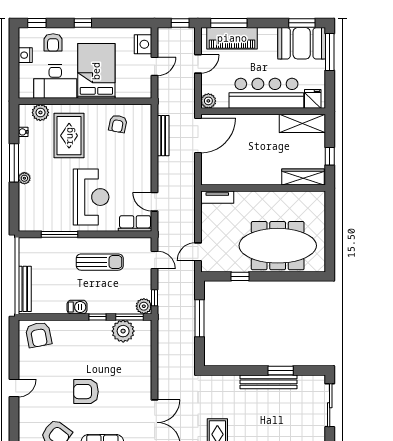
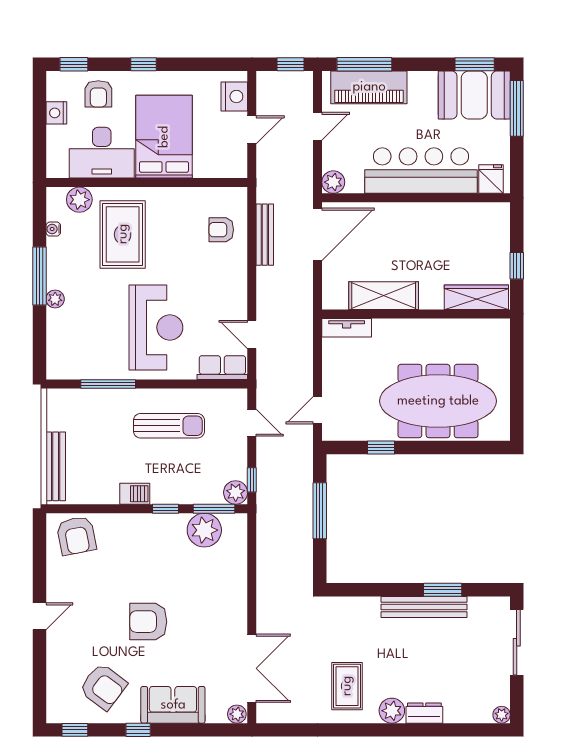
shelving: (302, 123) -> (384, 296), moved
armchair: (118, 124) -> (221, 230), moved, turned 79

